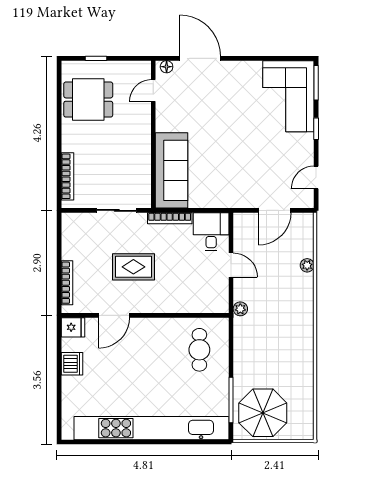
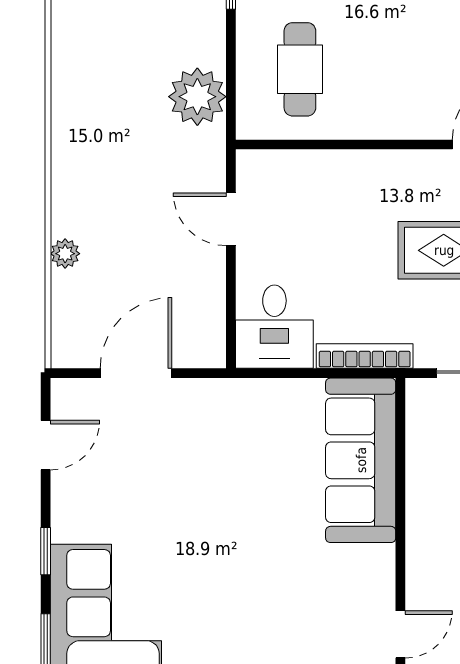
door: (231, 265) -> (231, 219), moved
plant: (240, 309) -> (197, 97), moved, width x1.88, depth x1.88

